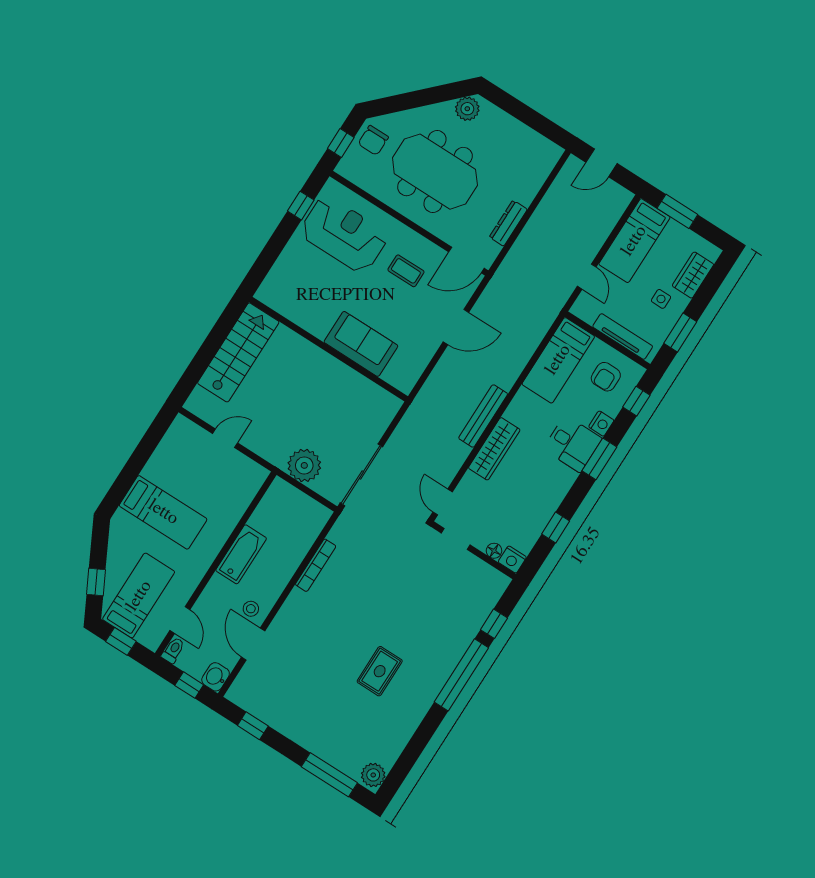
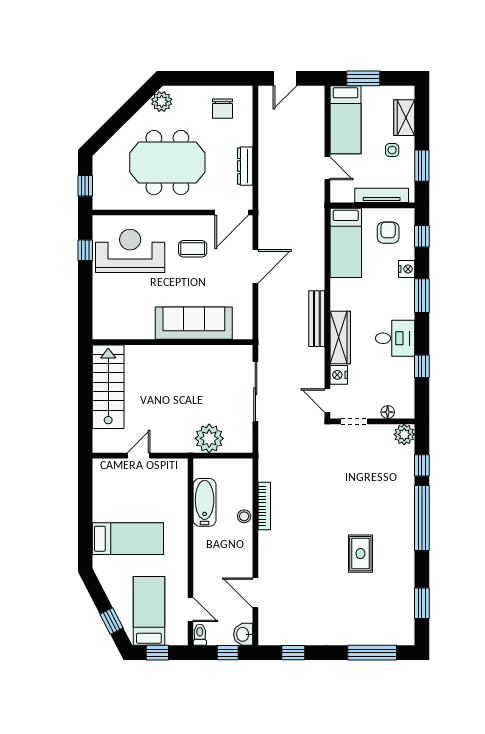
chair: (373, 140) -> (223, 109), moved
sofa: (361, 344) -> (194, 323), width x1.36
armchair: (606, 377) -> (388, 233), turned 180
desk: (572, 444) -> (395, 338), moved
sliding door: (361, 475) -> (255, 391), moved
bathtub: (241, 554) -> (205, 502), moved
nightstand: (512, 560) -> (339, 375), moved, turned 90
stool: (251, 609) -> (244, 516), moved
window: (408, 758) -> (422, 603), added
plant: (373, 775) -> (404, 434), moved

